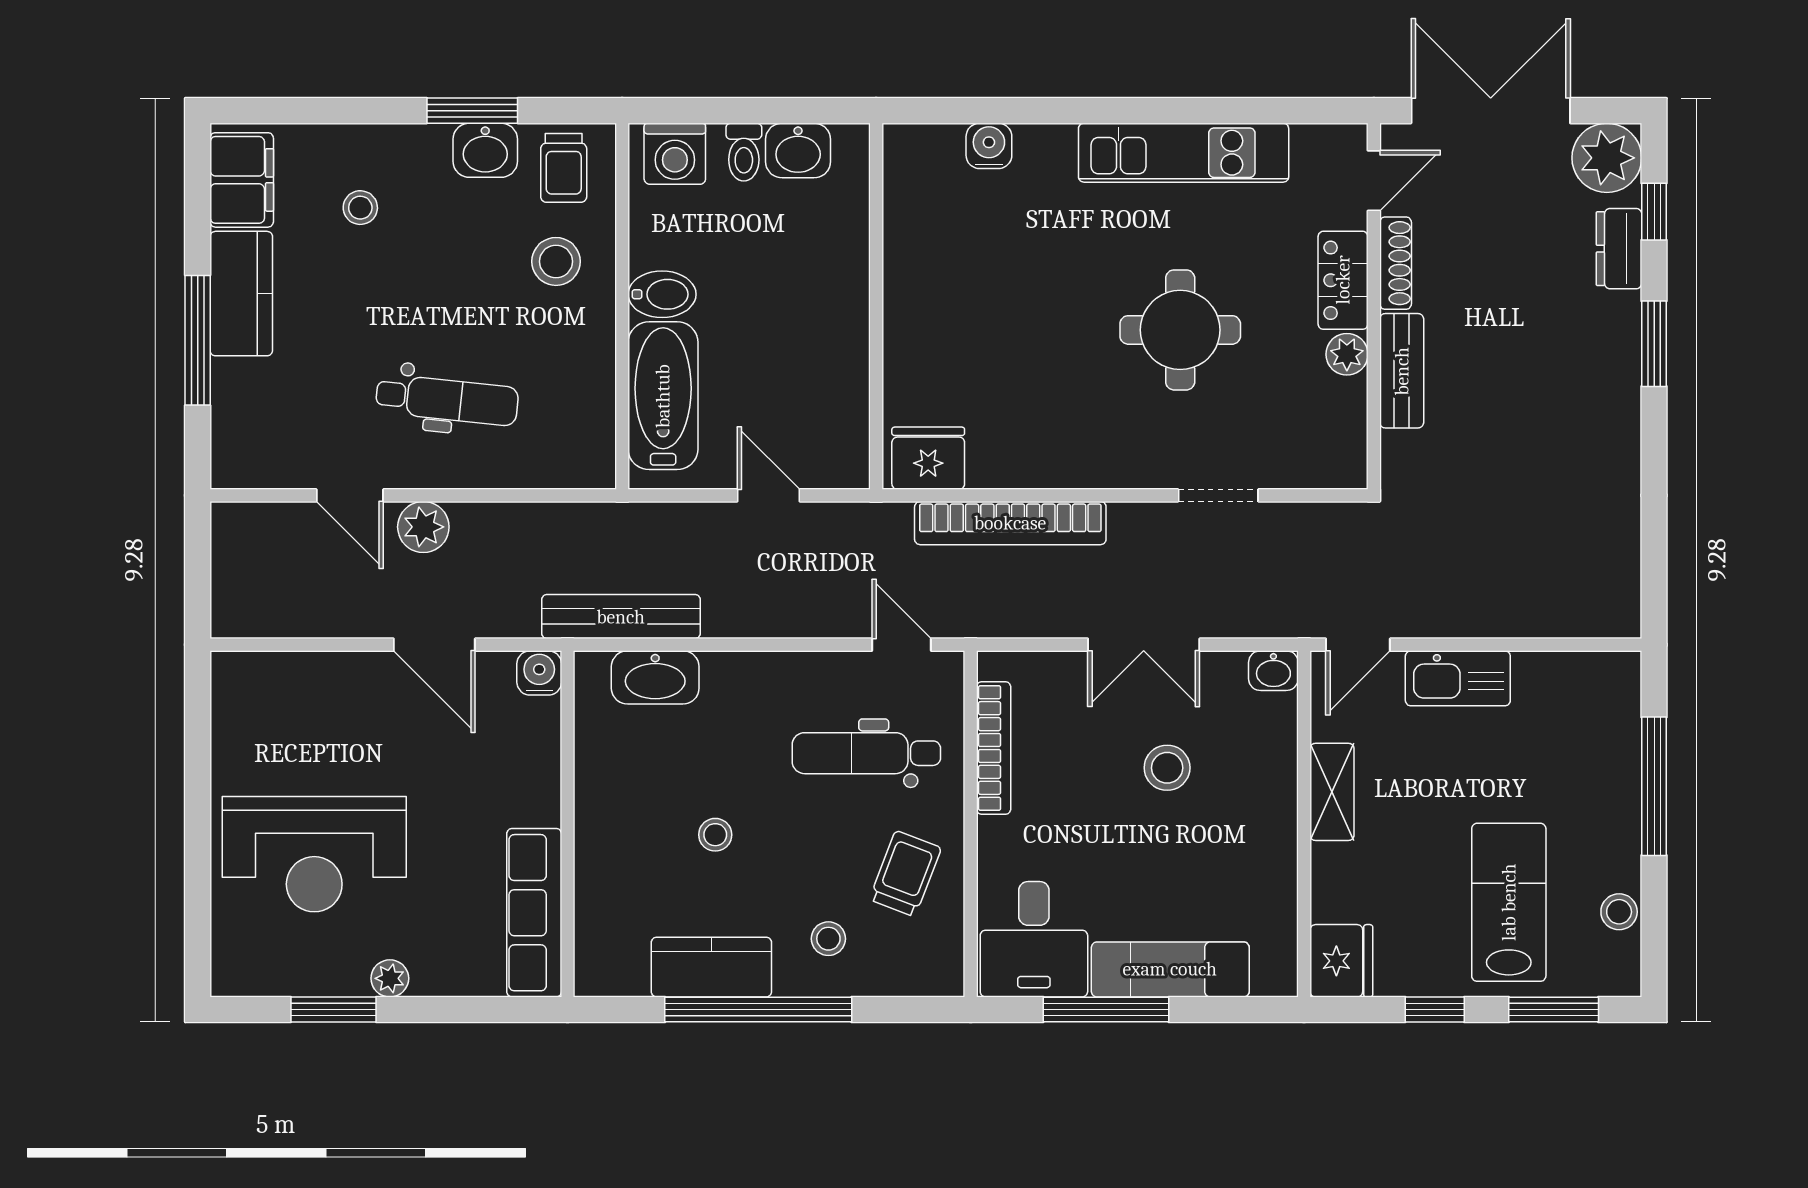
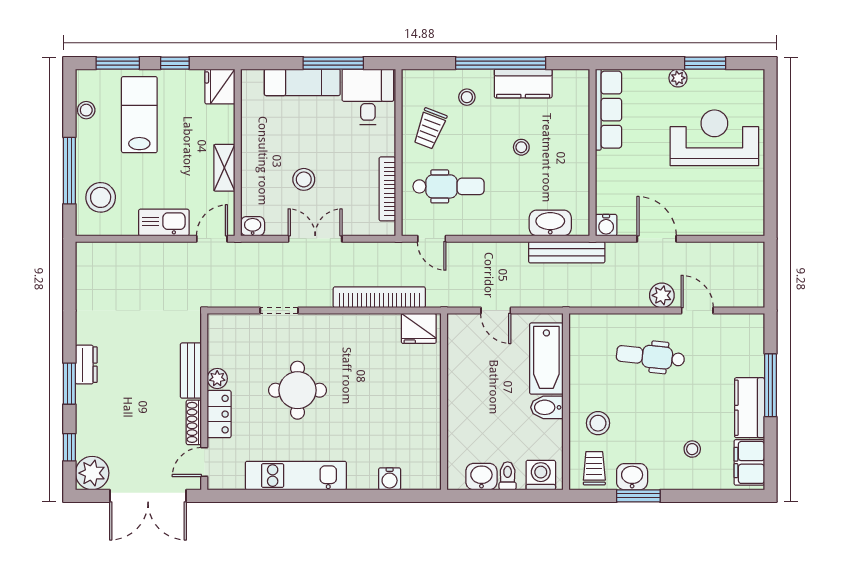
dresser: (1619, 249) -> (86, 365), moved
stool: (1589, 730) -> (101, 197), added
lab bench: (1509, 902) -> (139, 115), turned 180

